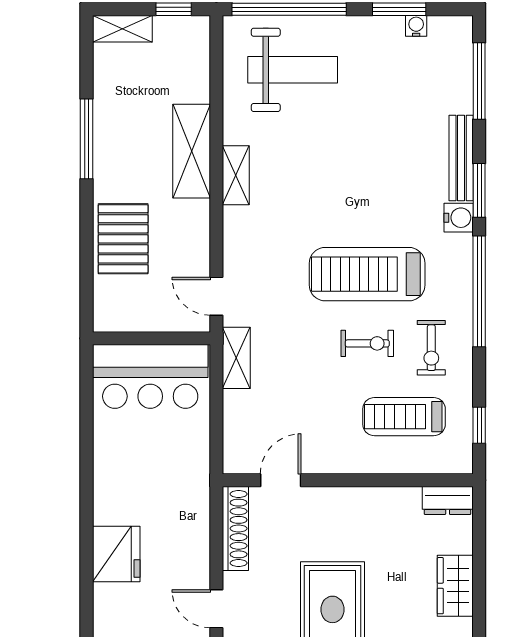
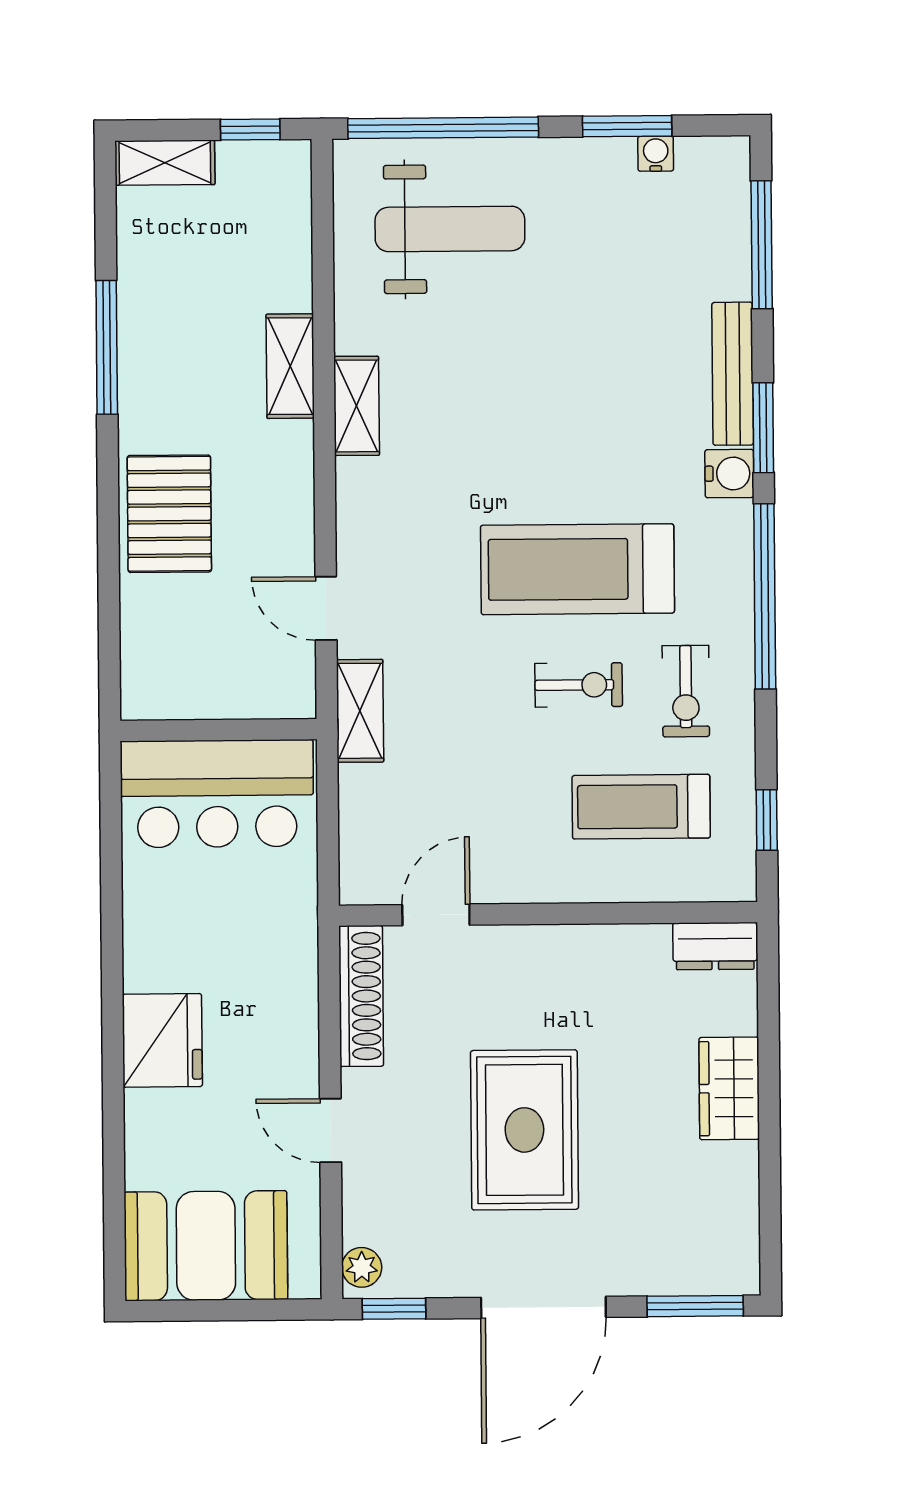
shelving: (192, 151) -> (290, 366), width x0.67, depth x0.75
wall: (151, 338) -> (219, 730), moved
bar counter: (150, 376) -> (217, 794), moved

